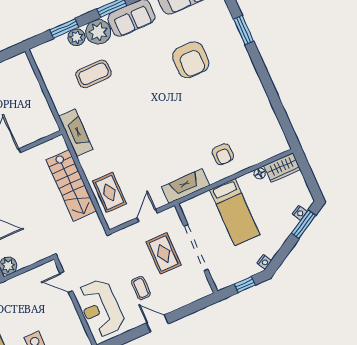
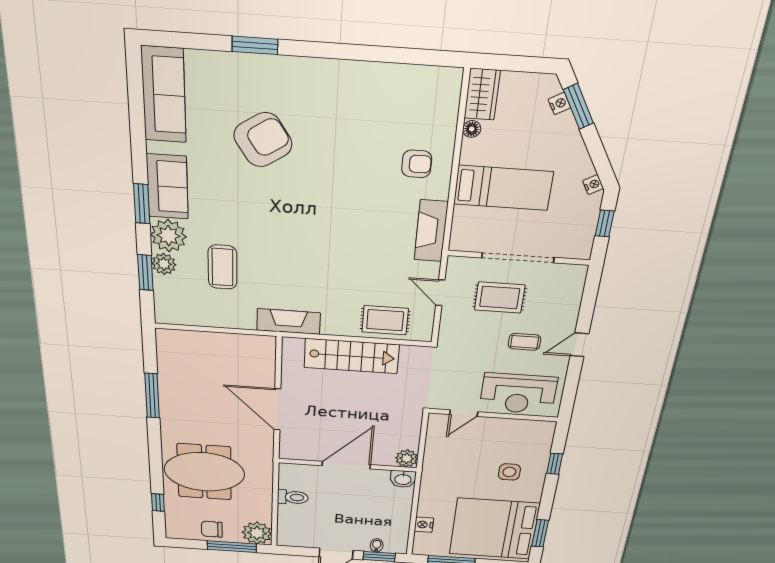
armchair: (191, 60) -> (263, 140), turned -33

